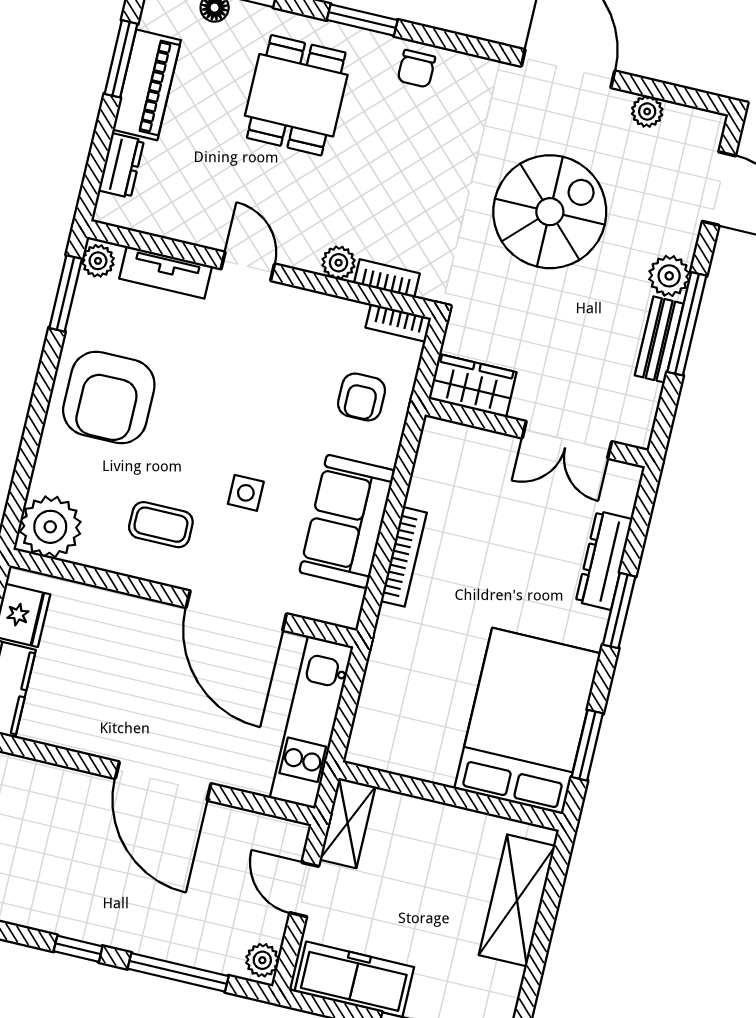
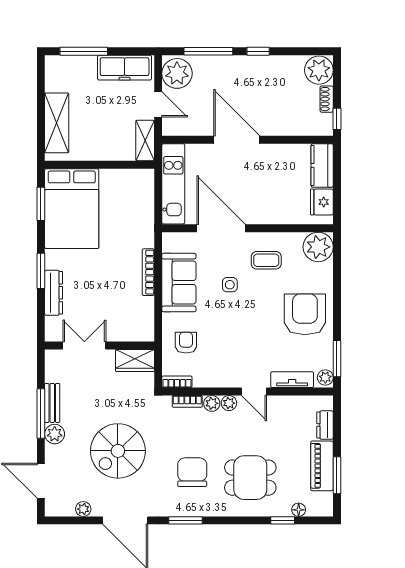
window: (362, 20) -> (186, 520), moved
chair: (416, 69) -> (192, 472), moved, width x1.87, depth x1.87
dining table: (296, 95) -> (250, 478), turned 90
plant: (304, 255) -> (229, 403), added
plant: (262, 960) -> (177, 73), width x1.88, depth x1.88

